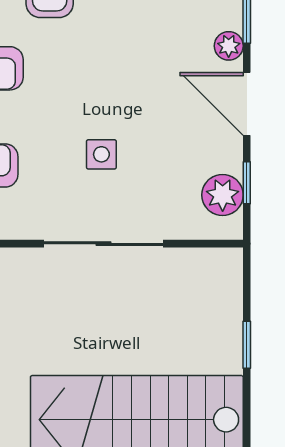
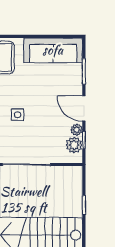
plant: (229, 46) -> (77, 130), moved
side table: (101, 154) -> (18, 115), moved

